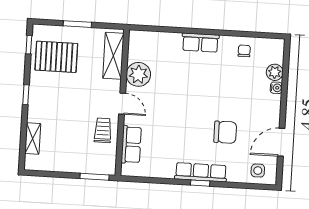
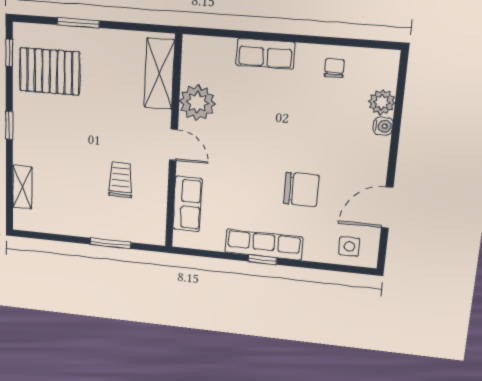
shelving: (113, 56) -> (159, 74), moved
plant: (138, 74) -> (197, 103), moved
wall: (122, 103) -> (174, 143), moved
door: (122, 104) -> (174, 145), moved
row of seats: (131, 145) -> (187, 204), moved

